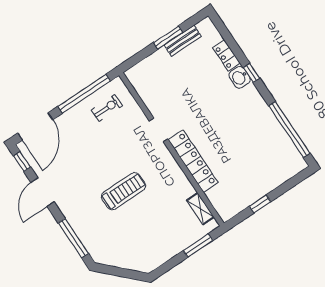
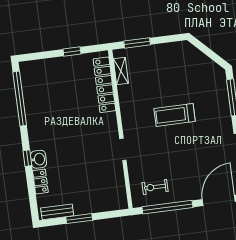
bench: (183, 41) -> (57, 212), moved
locker: (193, 161) -> (104, 85), moved

